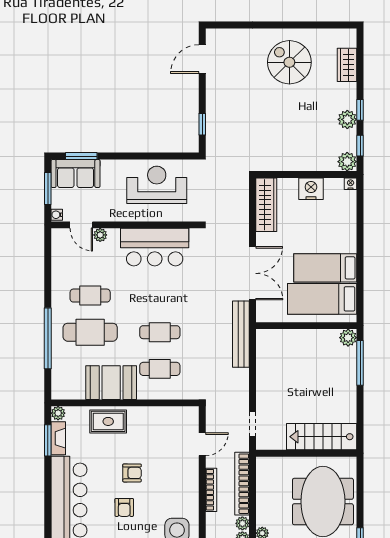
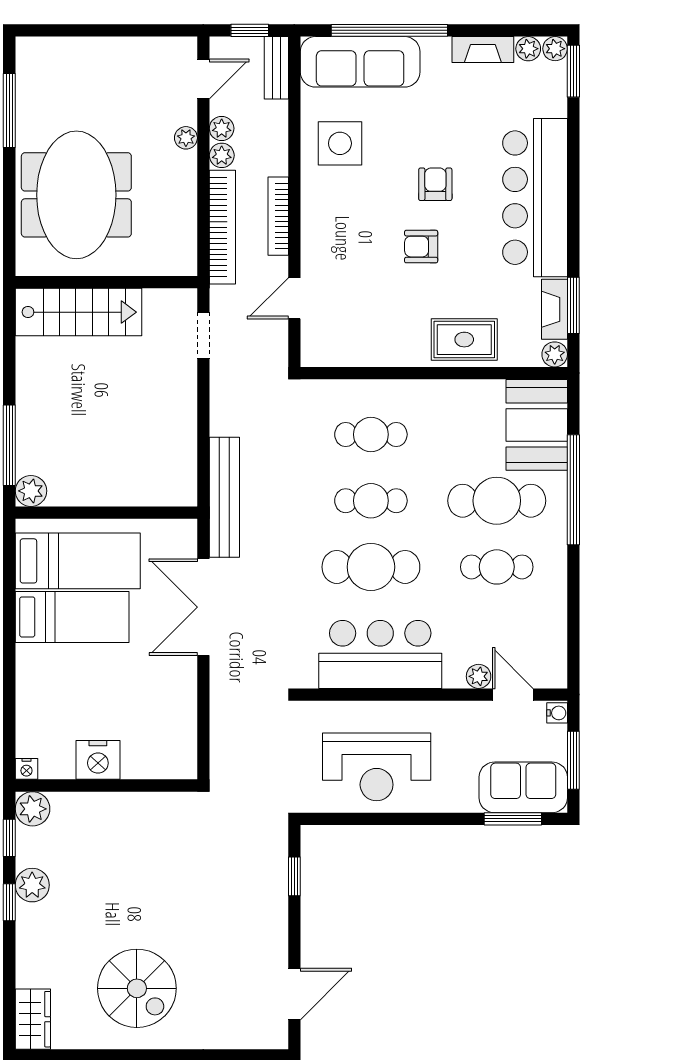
wardrobe: (347, 65) -> (33, 1019), moved
wardrobe: (266, 205) -> (179, 731), removed
cafe table: (160, 296) -> (371, 567), added
booth: (111, 383) -> (537, 425), moved, turned 90

